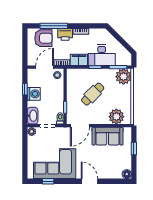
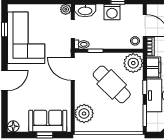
plant: (123, 77) -> (133, 63), moved
cafe table: (93, 94) -> (112, 84), width x1.37, depth x1.35
sofa: (108, 136) -> (48, 121), moved, turned 90

